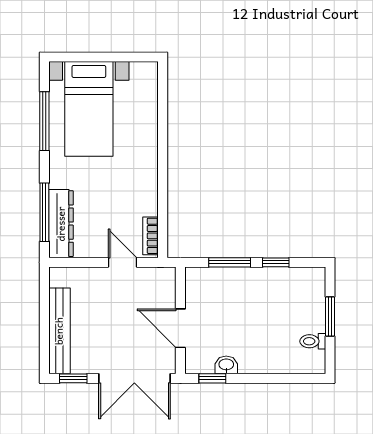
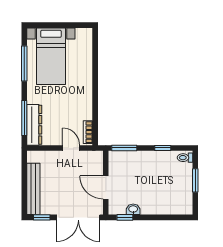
window: (230, 262) -> (124, 148), moved
toilet: (313, 341) -> (185, 158), moved

